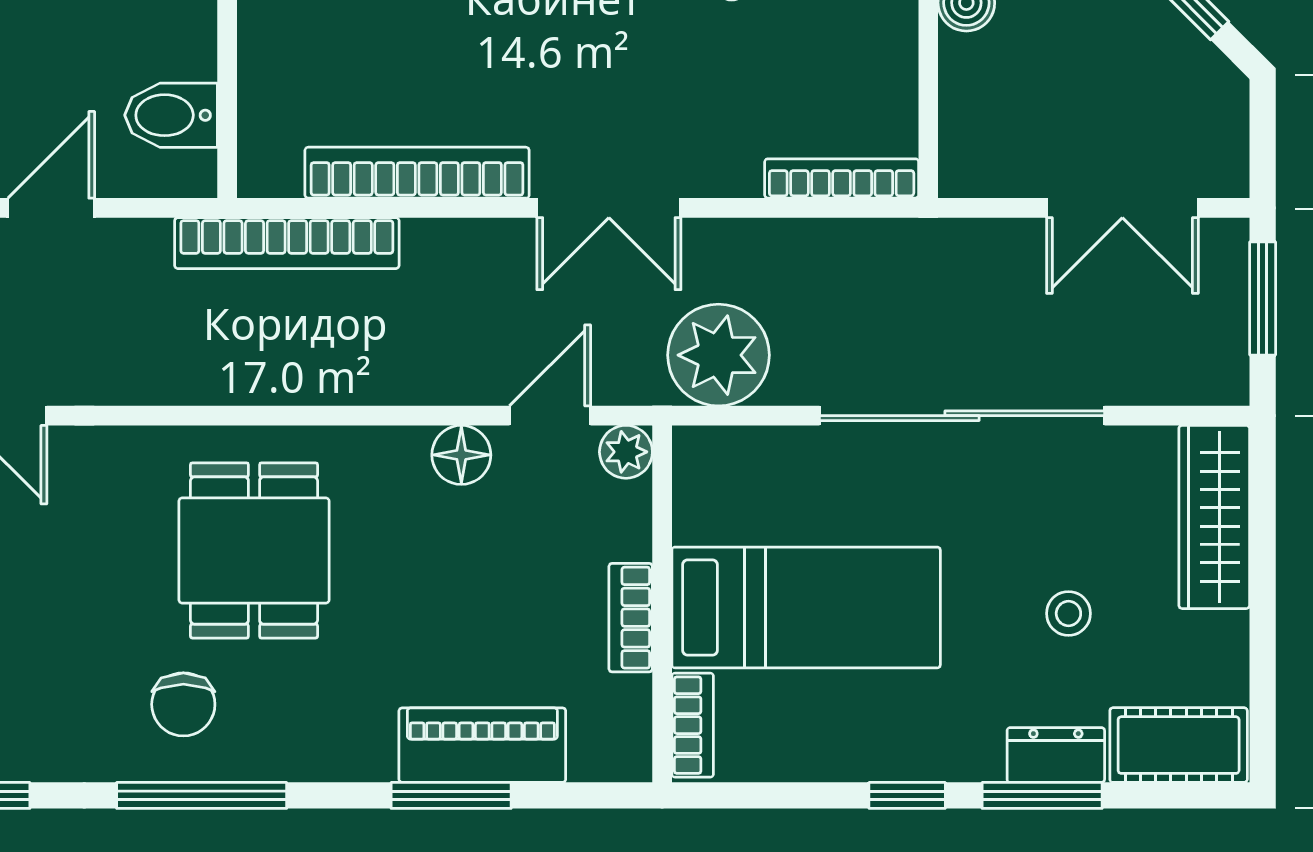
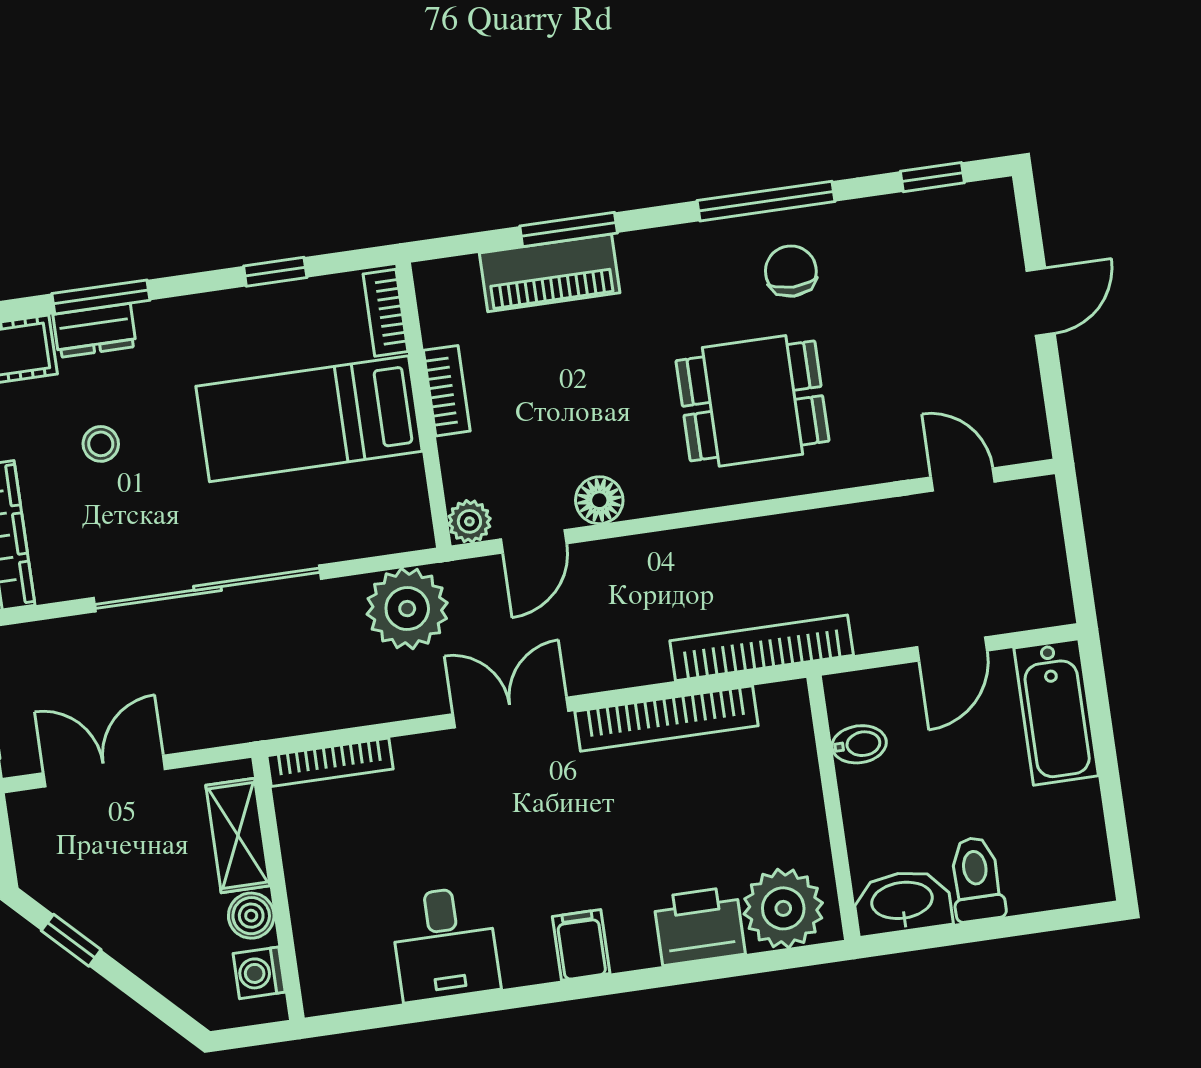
shelving: (969, 104) -> (238, 835), added
bidet: (171, 115) -> (859, 744), width x0.72, depth x0.74
dining table: (254, 550) -> (752, 401), turned 90
window: (907, 795) -> (275, 272), moved

